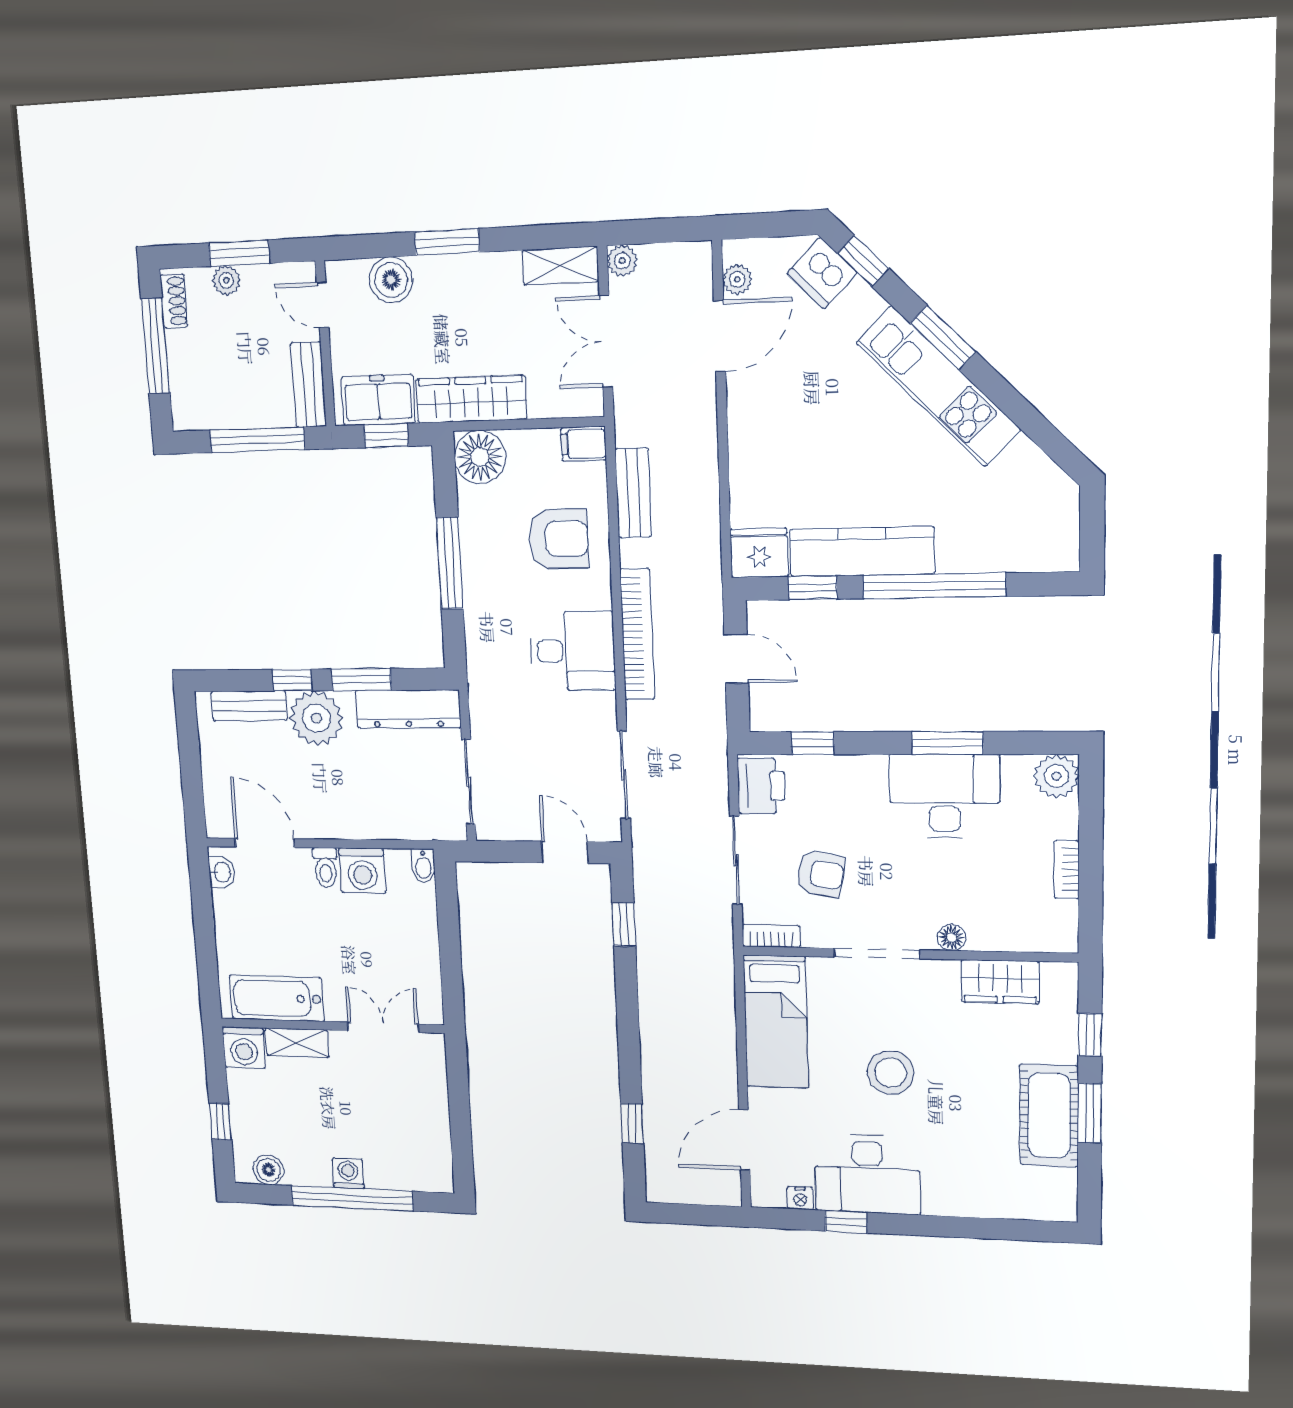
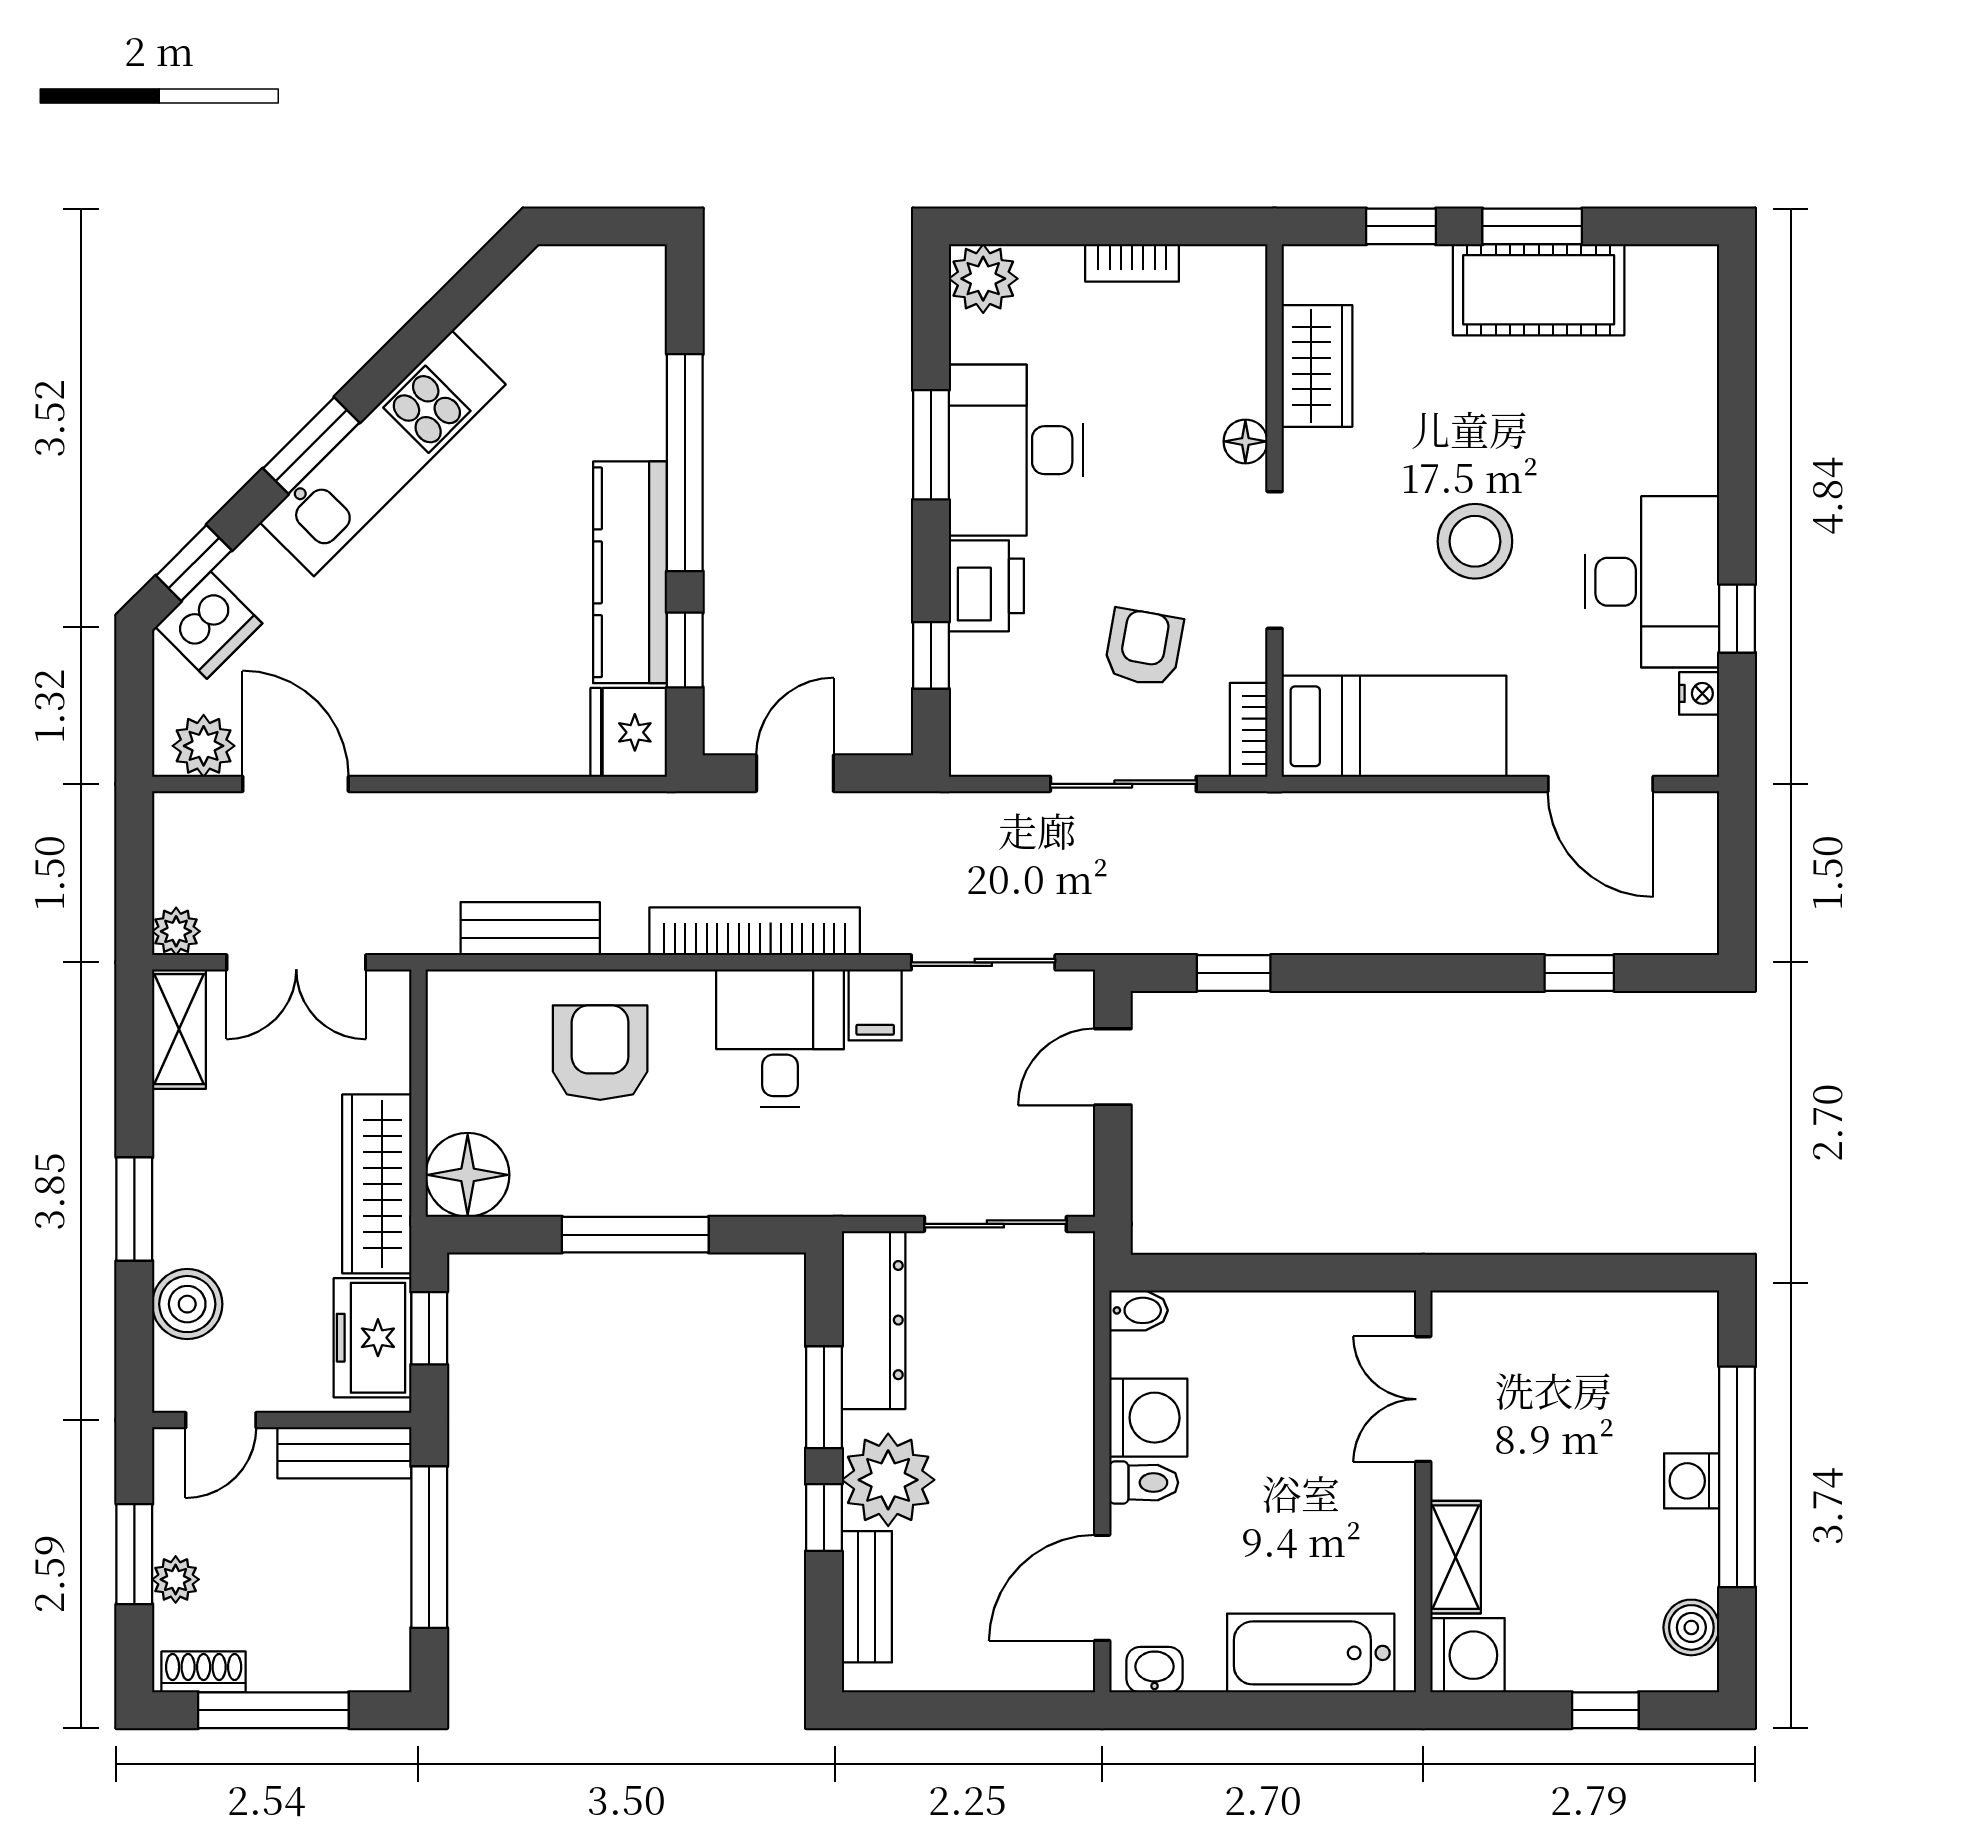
plant: (737, 279) -> (204, 746), width x1.38, depth x1.38
filing cabinet: (584, 444) -> (875, 1005), moved
printer: (761, 786) -> (986, 586), moved, turned 90
bathtub: (277, 998) -> (1311, 1653), moved, turned 90

